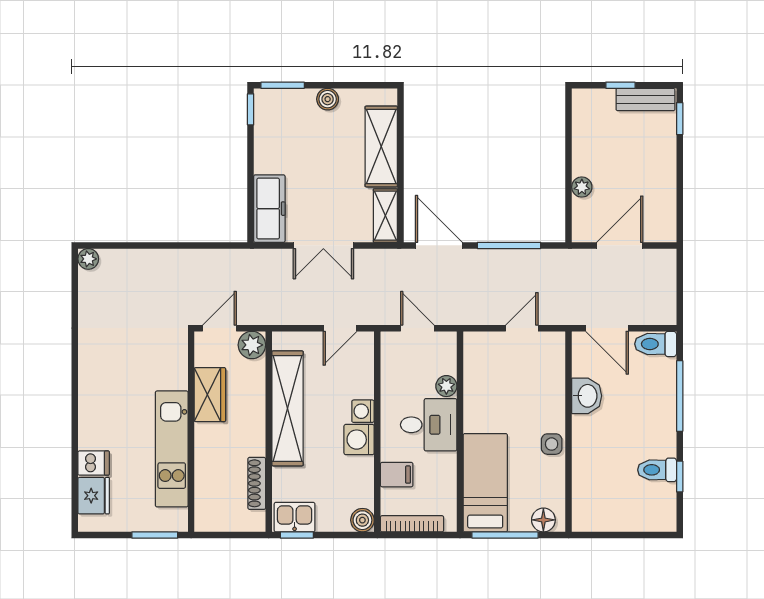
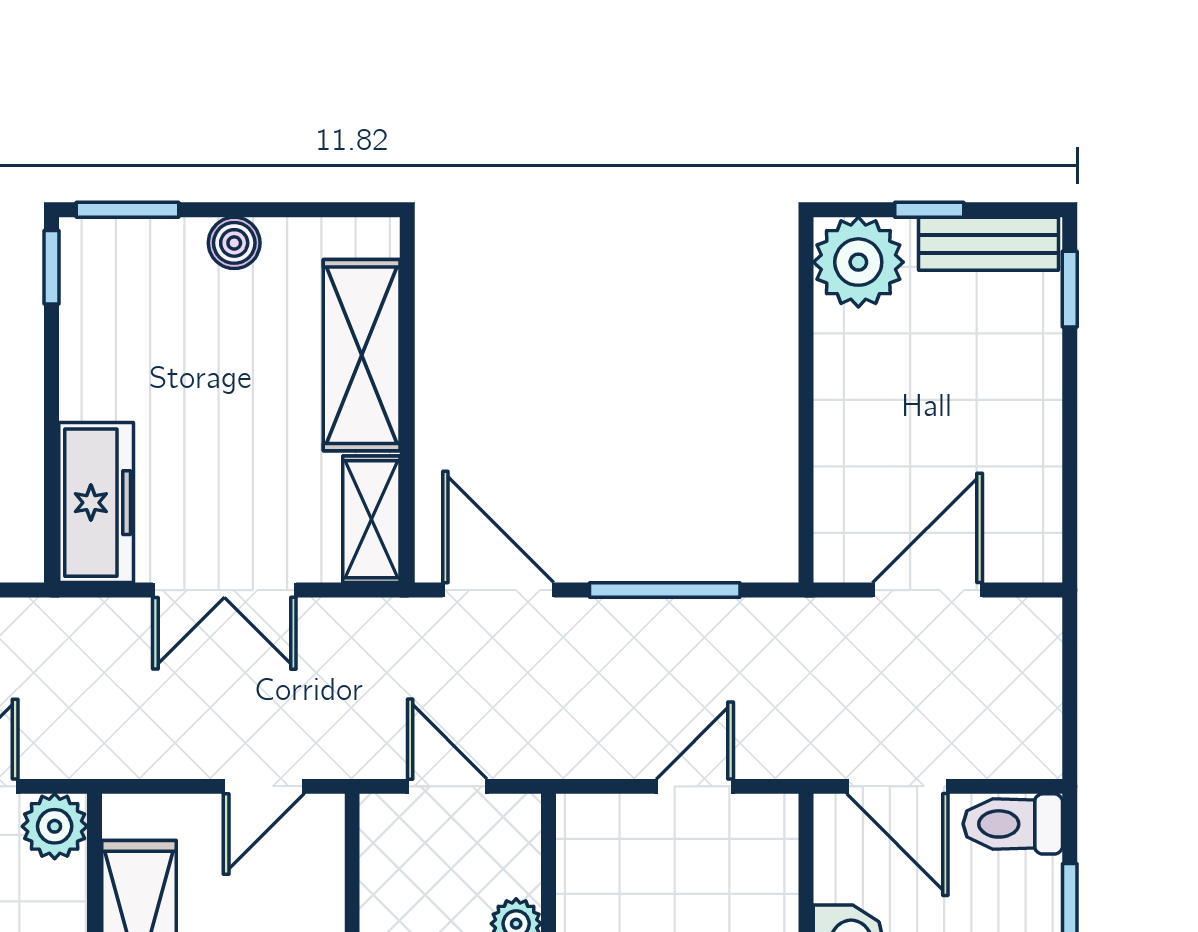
plant: (582, 187) -> (858, 262), moved, width x1.88, depth x1.88

